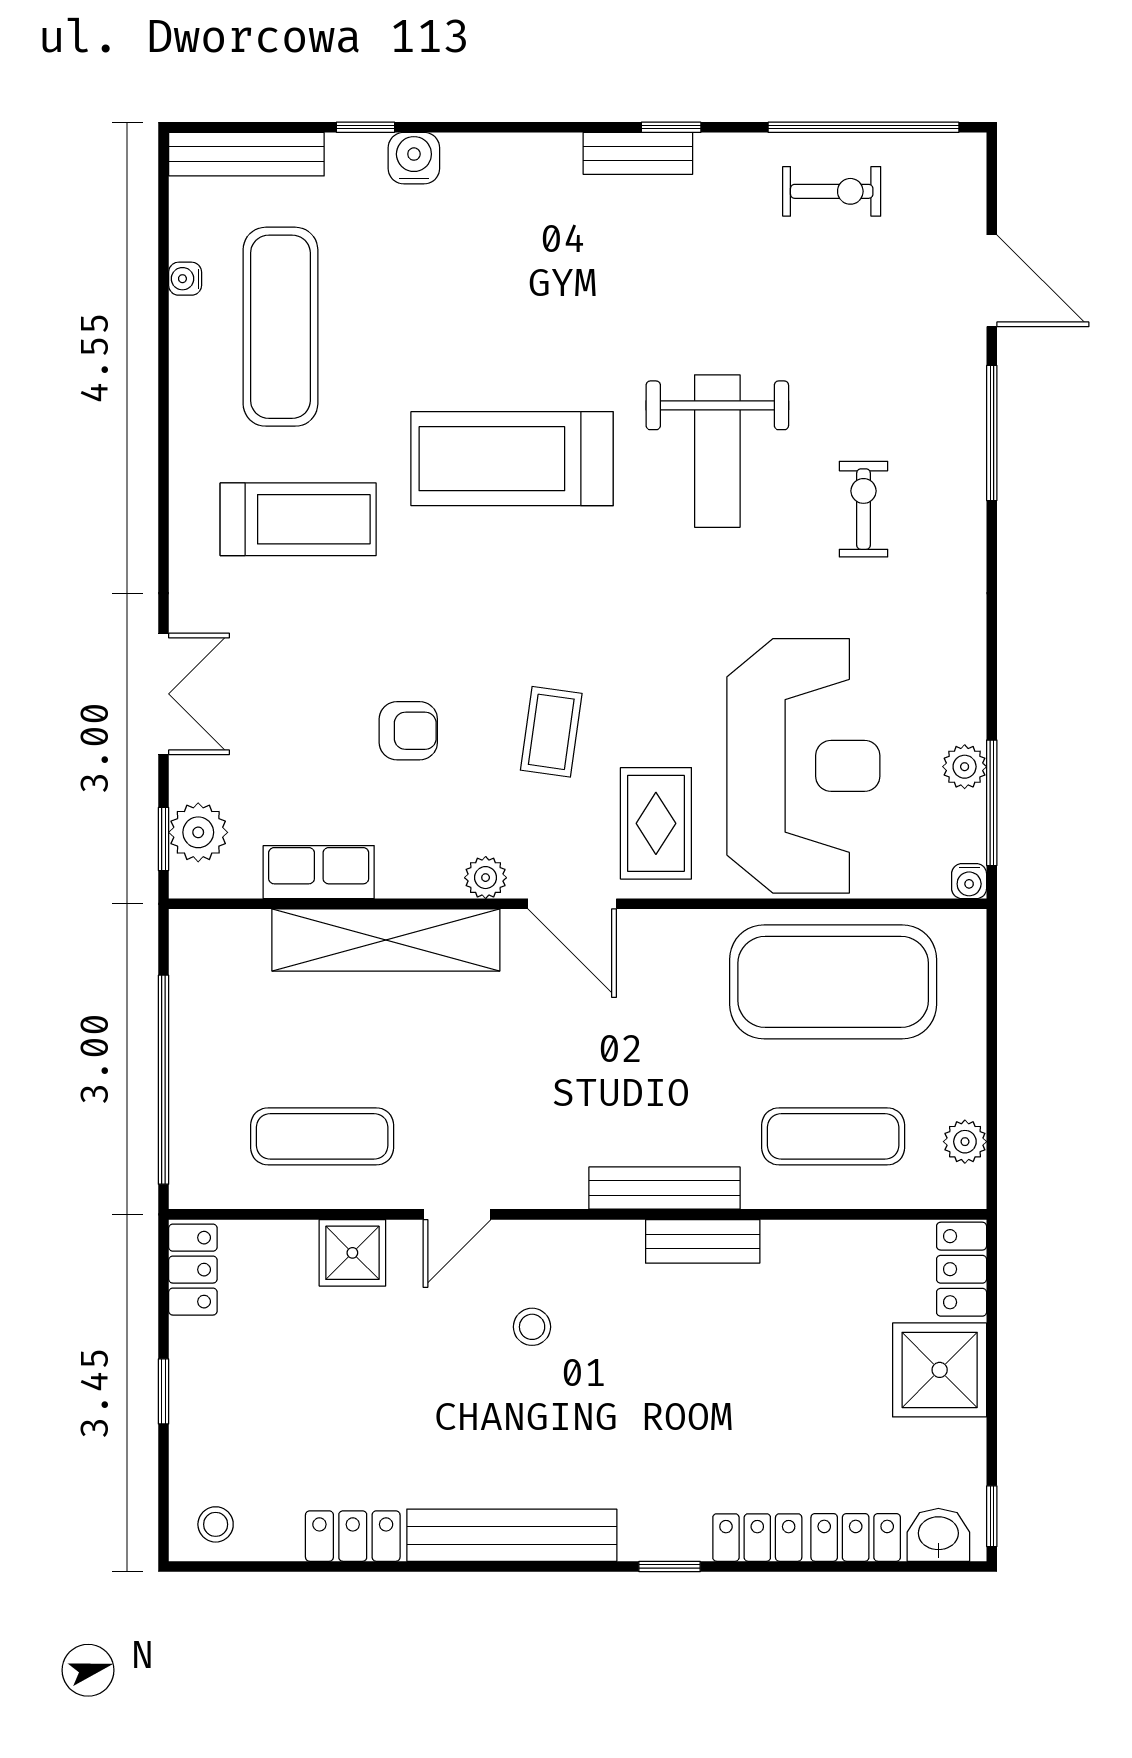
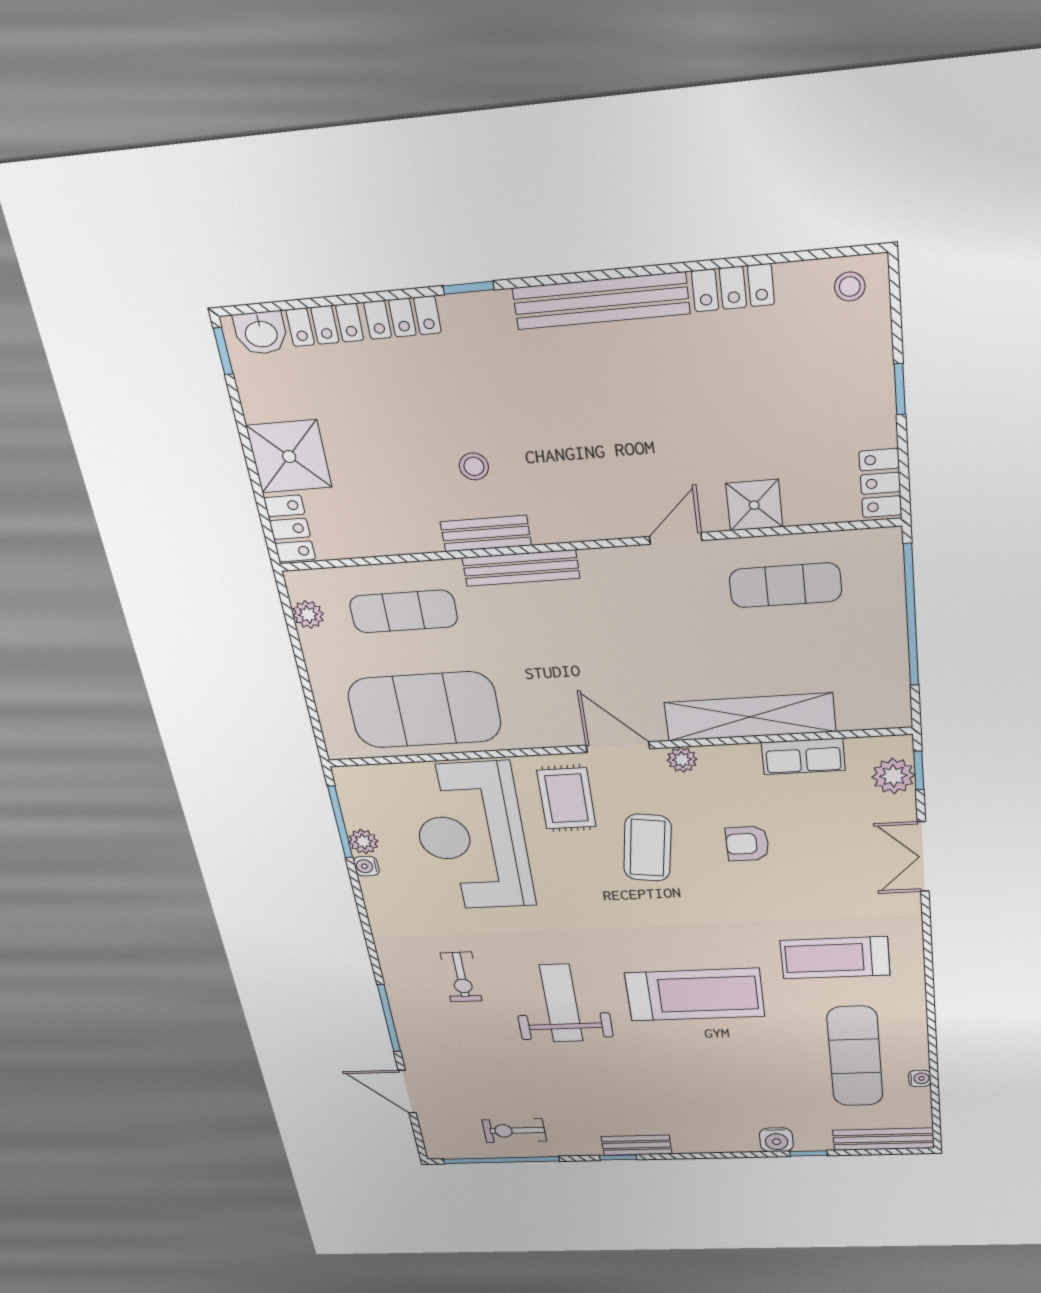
coffee table: (551, 732) -> (647, 848), width x1.36, depth x1.30
water cooler: (969, 881) -> (366, 866), moved, turned -90
stool: (532, 1327) -> (474, 466), moved

